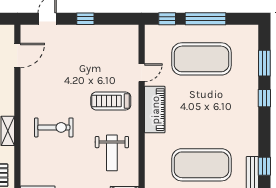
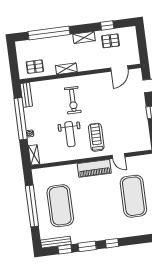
door: (17, 55) -> (119, 69), hinge flipped
window: (264, 63) -> (87, 246), moved
weight bench: (112, 153) -> (70, 134), moved, turned -90

